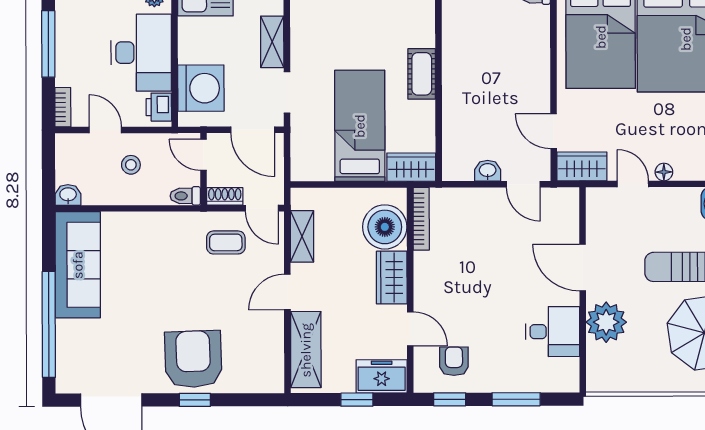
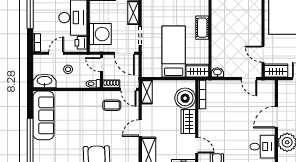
door: (105, 130) -> (56, 53), hinge flipped
washbasin: (488, 171) -> (217, 72), moved
washbasin: (68, 195) -> (44, 81), width x1.91, depth x1.45
shelving: (302, 236) -> (147, 92), moved
door: (583, 268) -> (276, 117), hinge flipped

